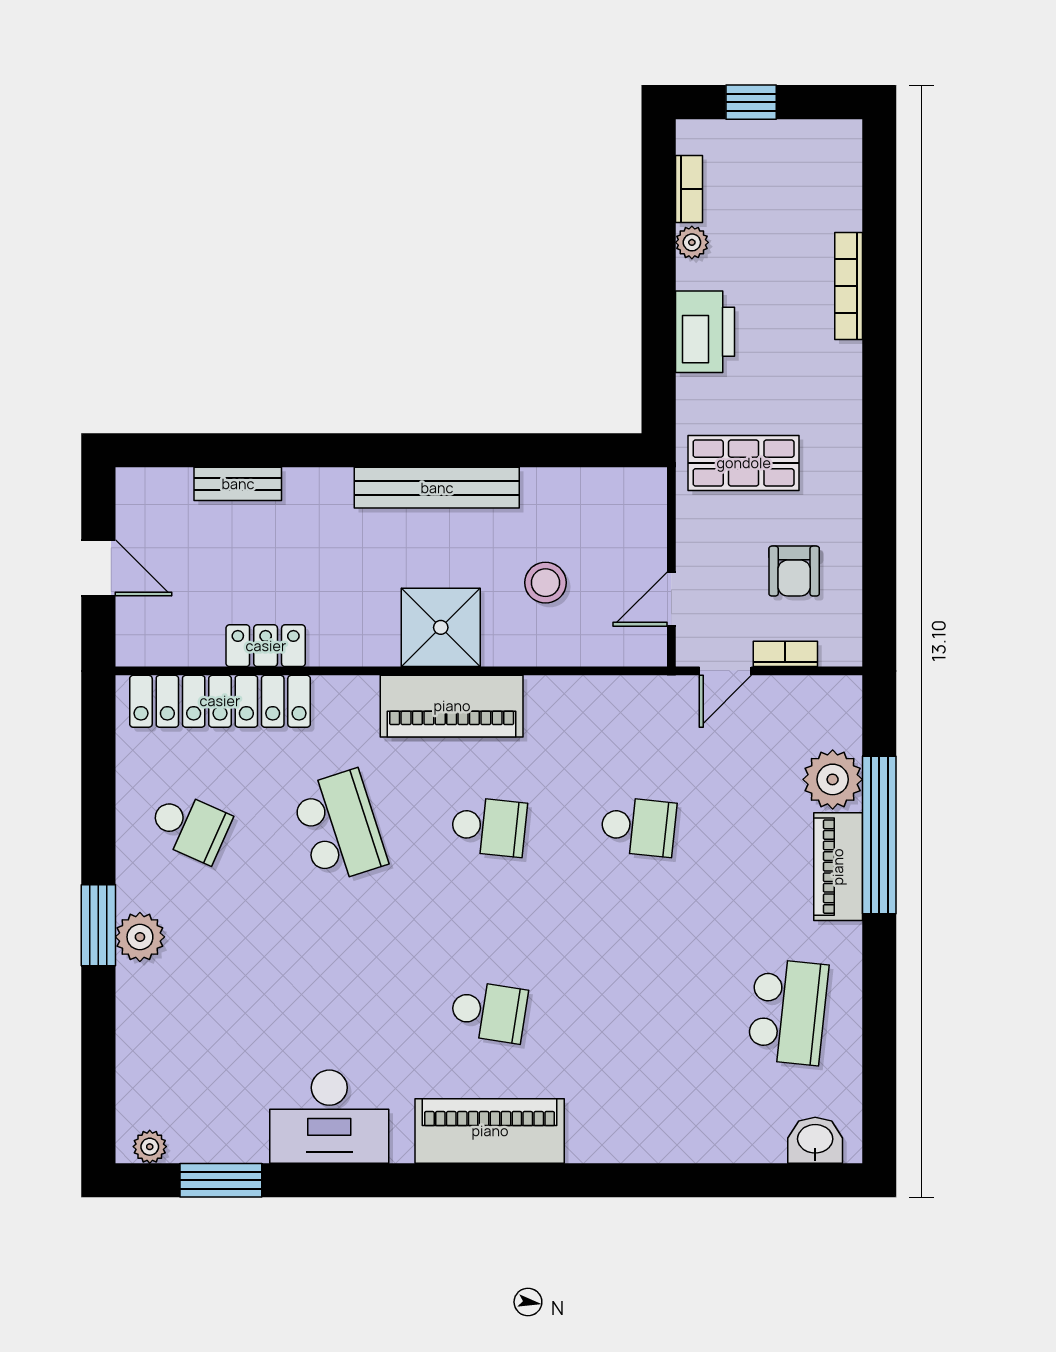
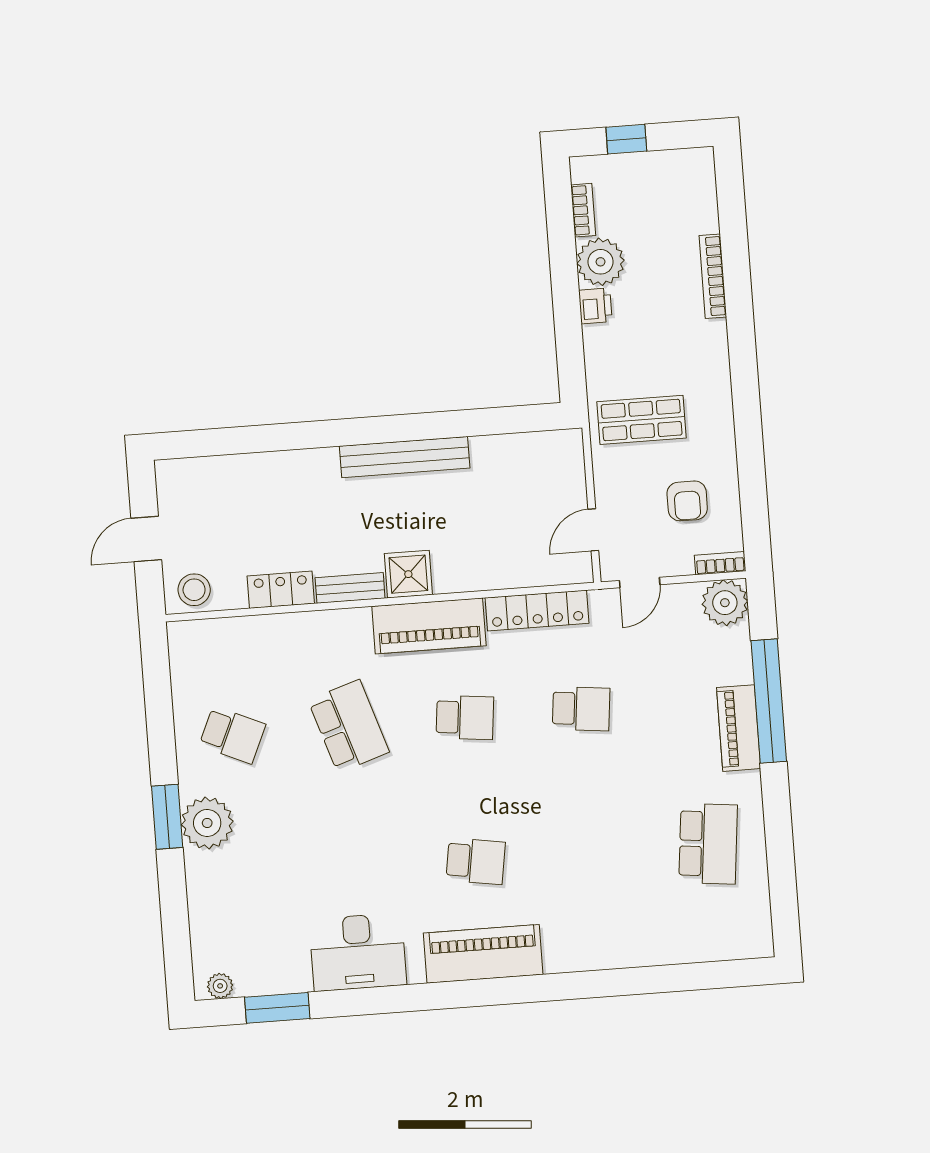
plant: (692, 242) -> (601, 262), width x1.87, depth x1.87
printer: (705, 332) -> (595, 306), width x0.53, depth x0.68
bench: (238, 484) -> (350, 588), moved
door: (98, 568) -> (146, 539), swing flipped
stool: (545, 583) -> (194, 590), moved
shower: (441, 627) -> (408, 574), width x0.73, depth x0.73
bookcase: (785, 654) -> (720, 563), moved
locker: (220, 701) -> (537, 610), moved, width x0.71, depth x0.83
plant: (833, 779) -> (725, 603), moved
plant: (140, 937) -> (207, 823), width x1.36, depth x1.36
washbasin: (815, 1140) -> (737, 942), removed

